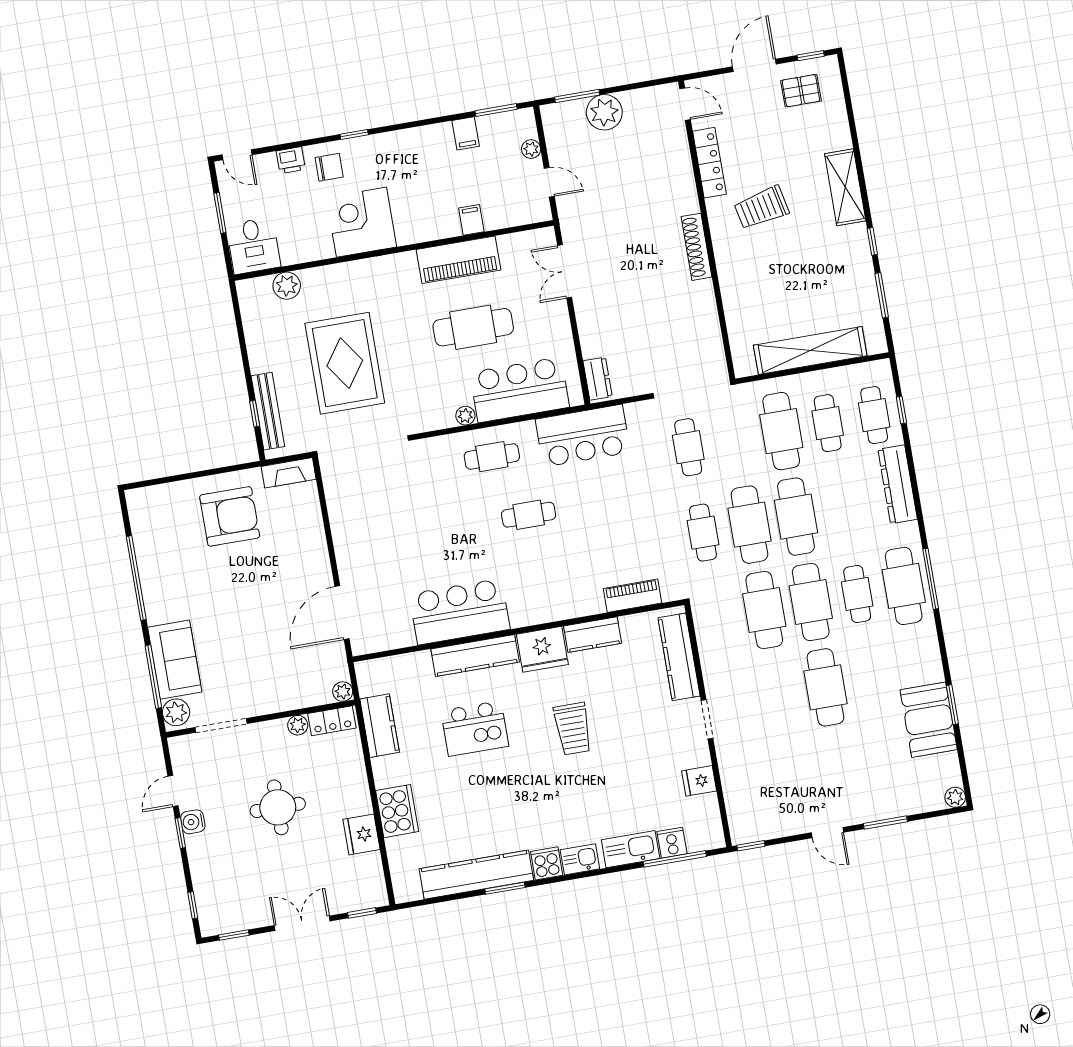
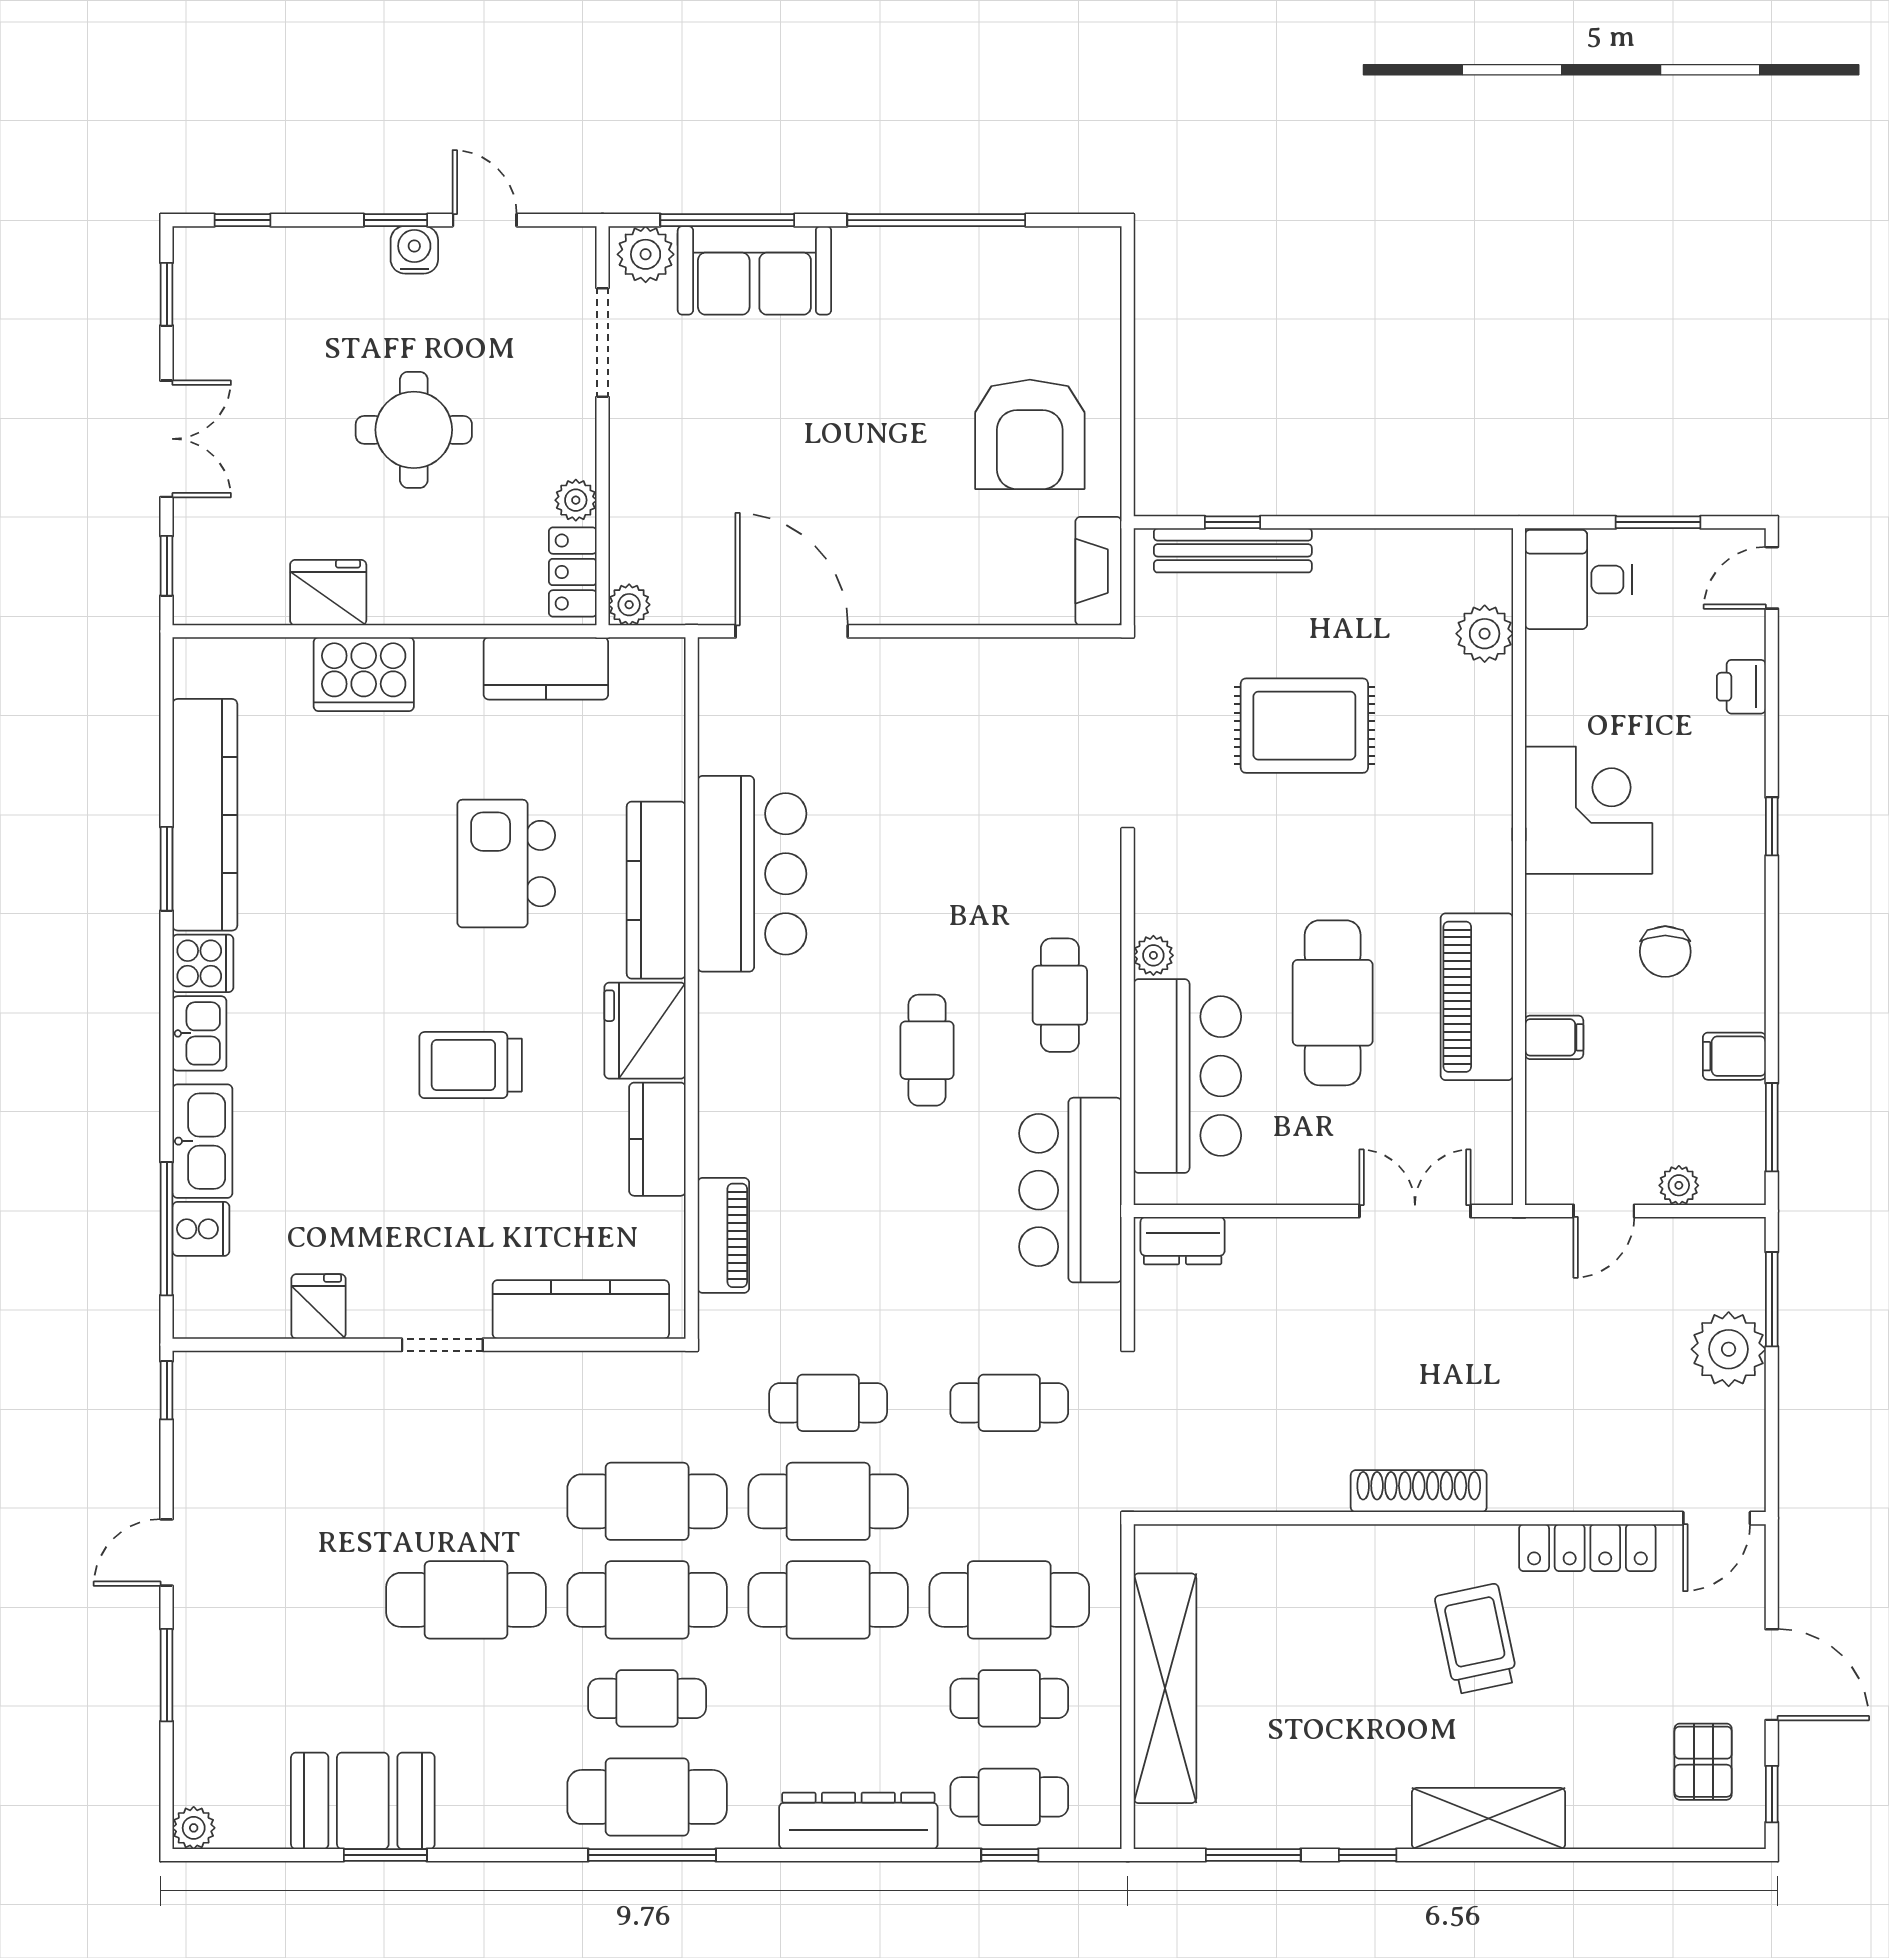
chair: (329, 167) -> (1665, 952), moved
rug: (345, 363) -> (1304, 726), width x0.73, depth x0.69

